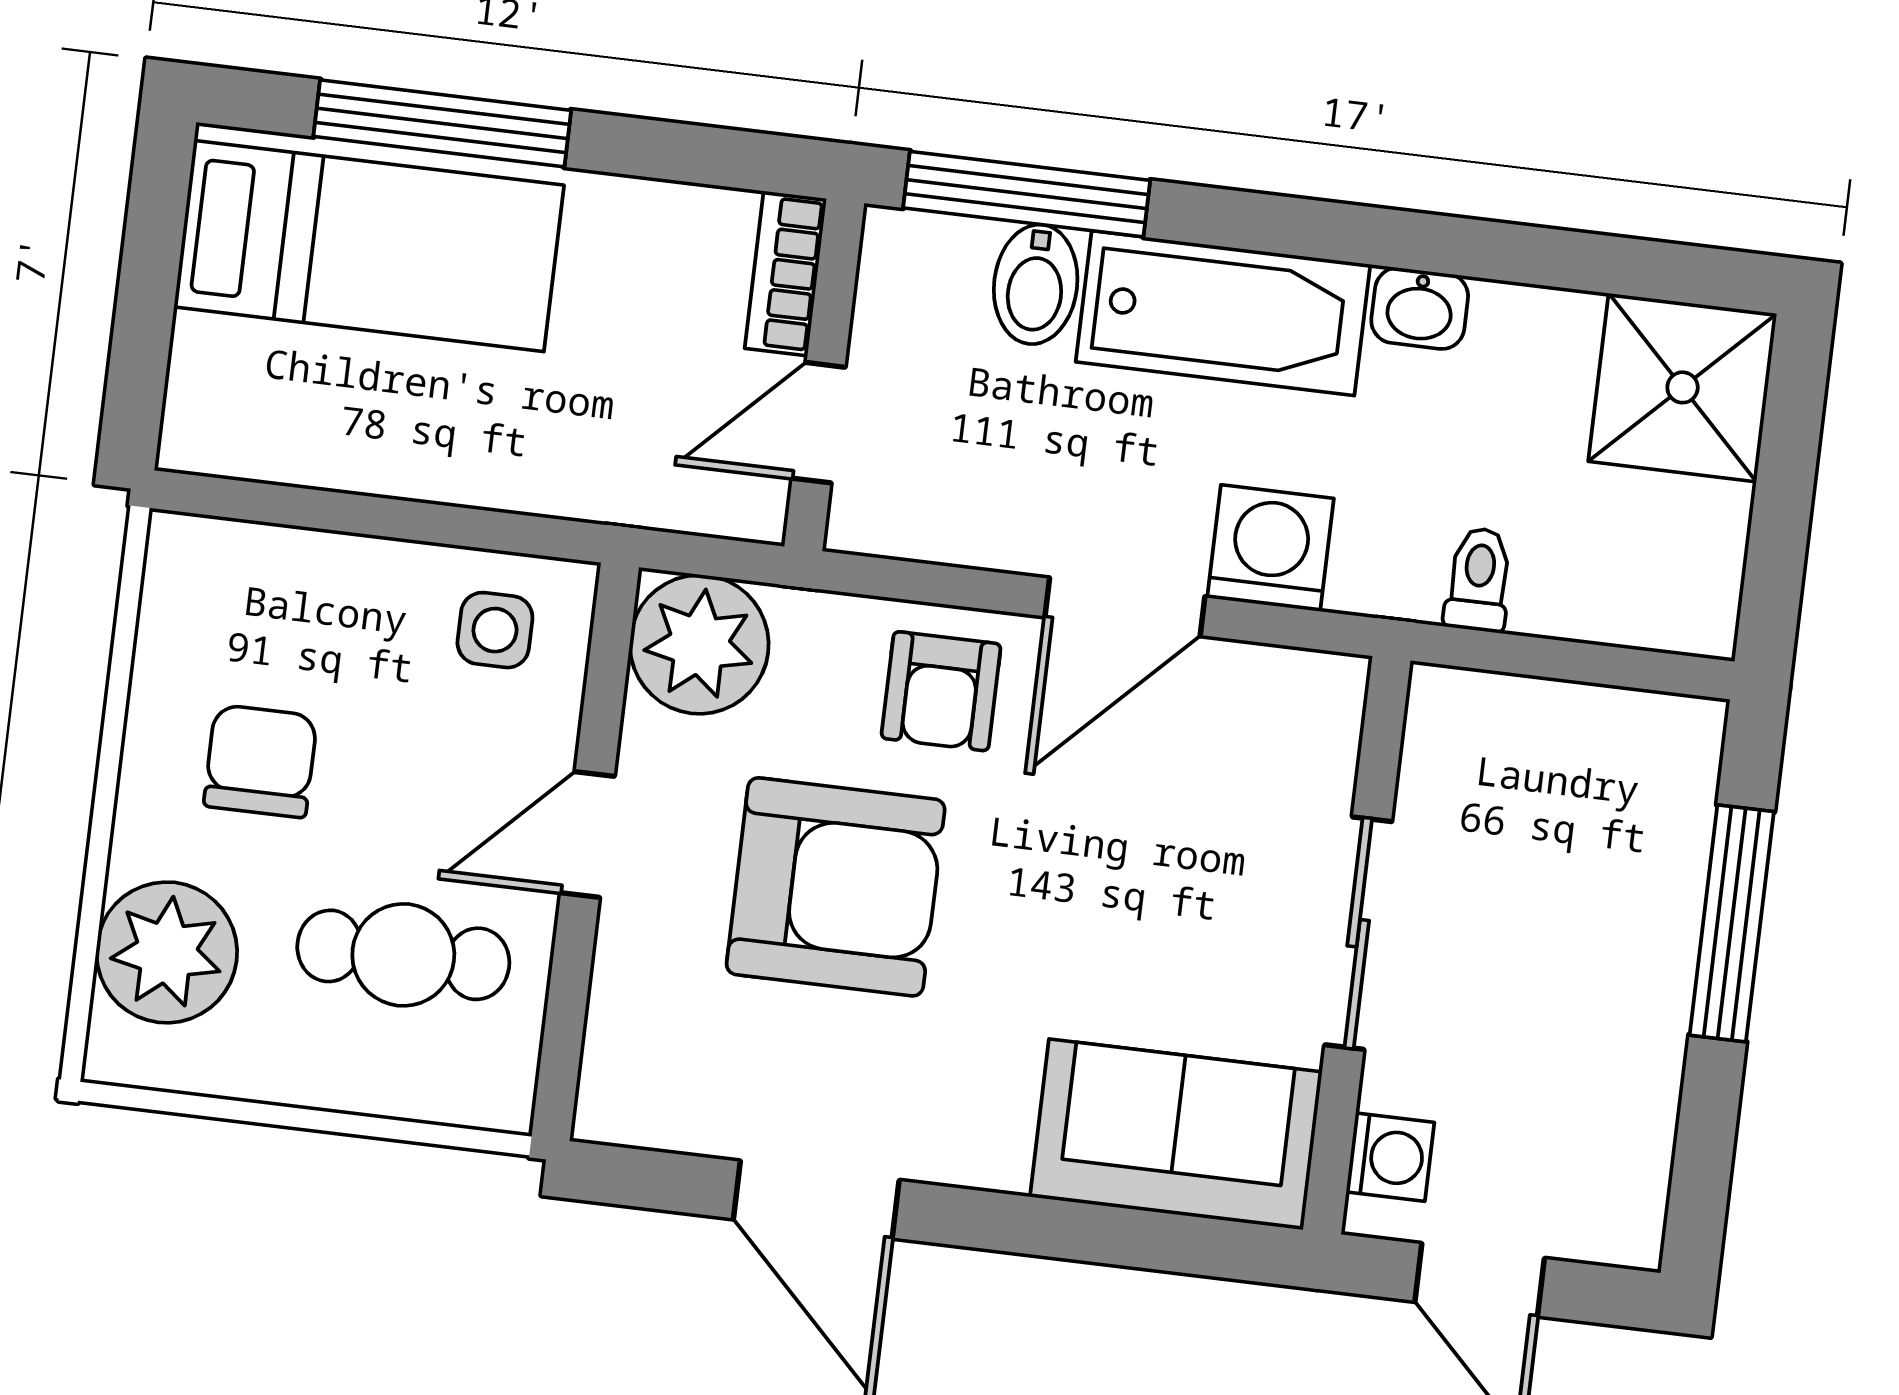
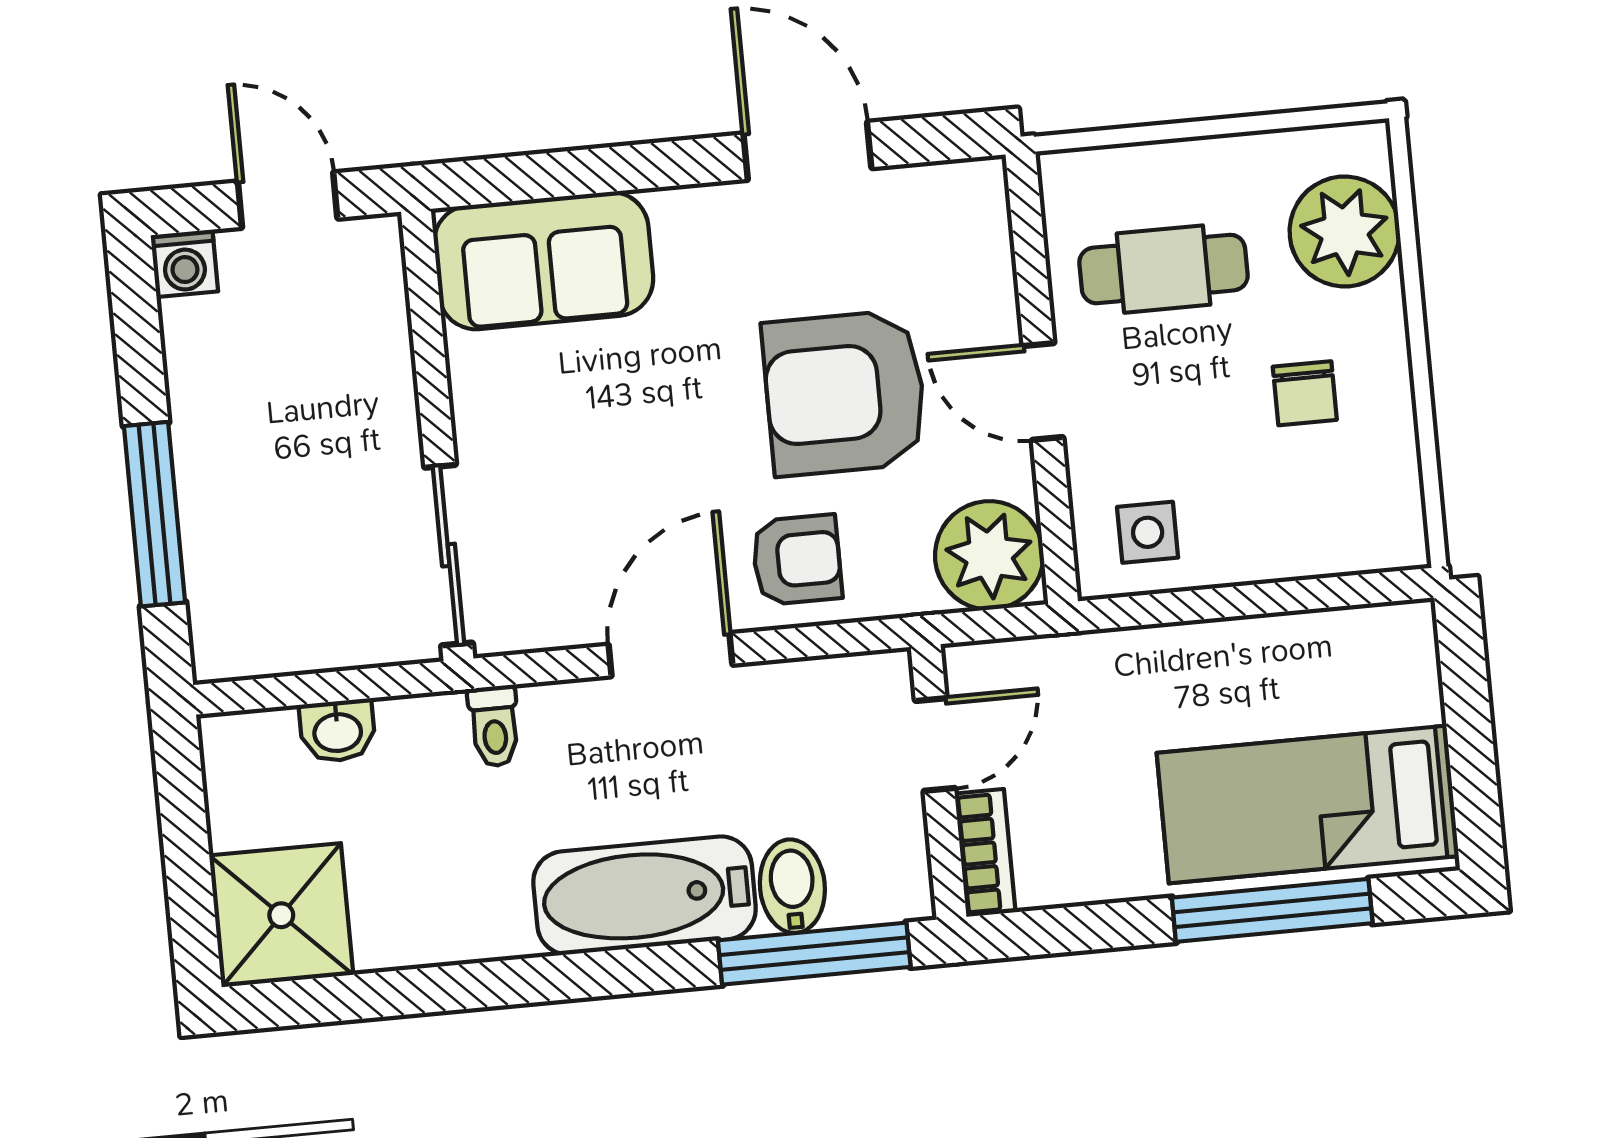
washbasin: (1420, 308) -> (338, 731), moved, turned 180
washing machine: (1271, 548) -> (569, 724), removed
toilet: (1479, 580) -> (494, 726), moved
armchair: (941, 691) -> (797, 560), turned 90
chair: (260, 761) -> (1305, 393), width x0.73, depth x0.73
door: (587, 835) -> (1043, 391), swing flipped
sliding door: (1358, 933) -> (449, 555), moved
washing machine: (1390, 1157) -> (184, 263), moved, turned -90

